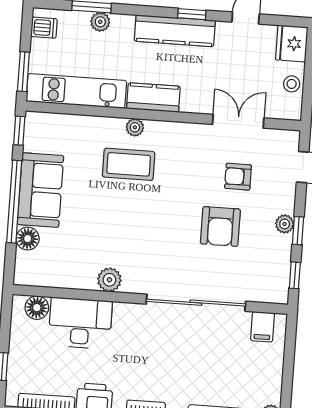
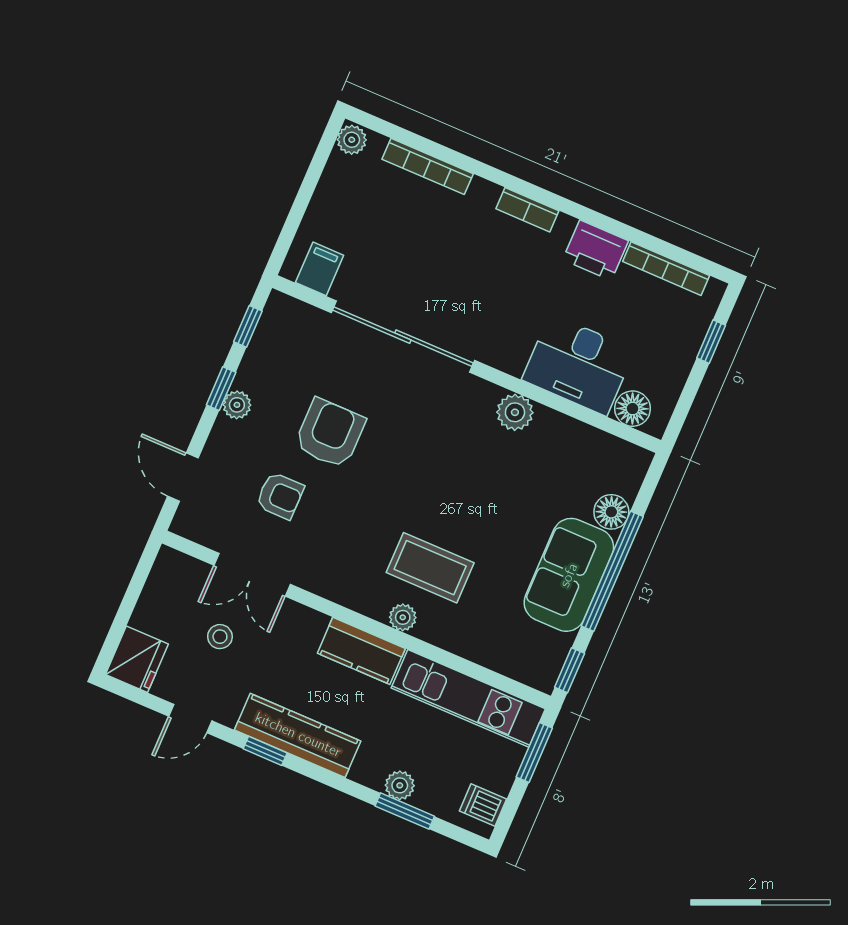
stool: (292, 84) -> (220, 637), moved

